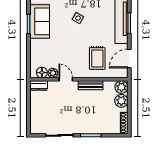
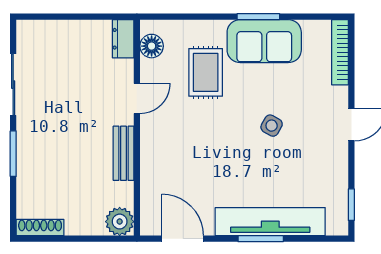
rug: (97, 58) -> (206, 72), moved, turned 90
plant: (53, 73) -> (150, 70), removed
plant: (121, 101) -> (89, 221), removed

